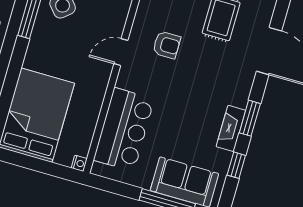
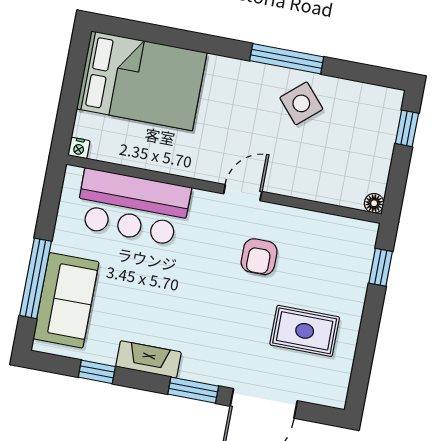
door: (121, 52) -> (243, 193), hinge flipped
window: (250, 118) -> (193, 390), moved

